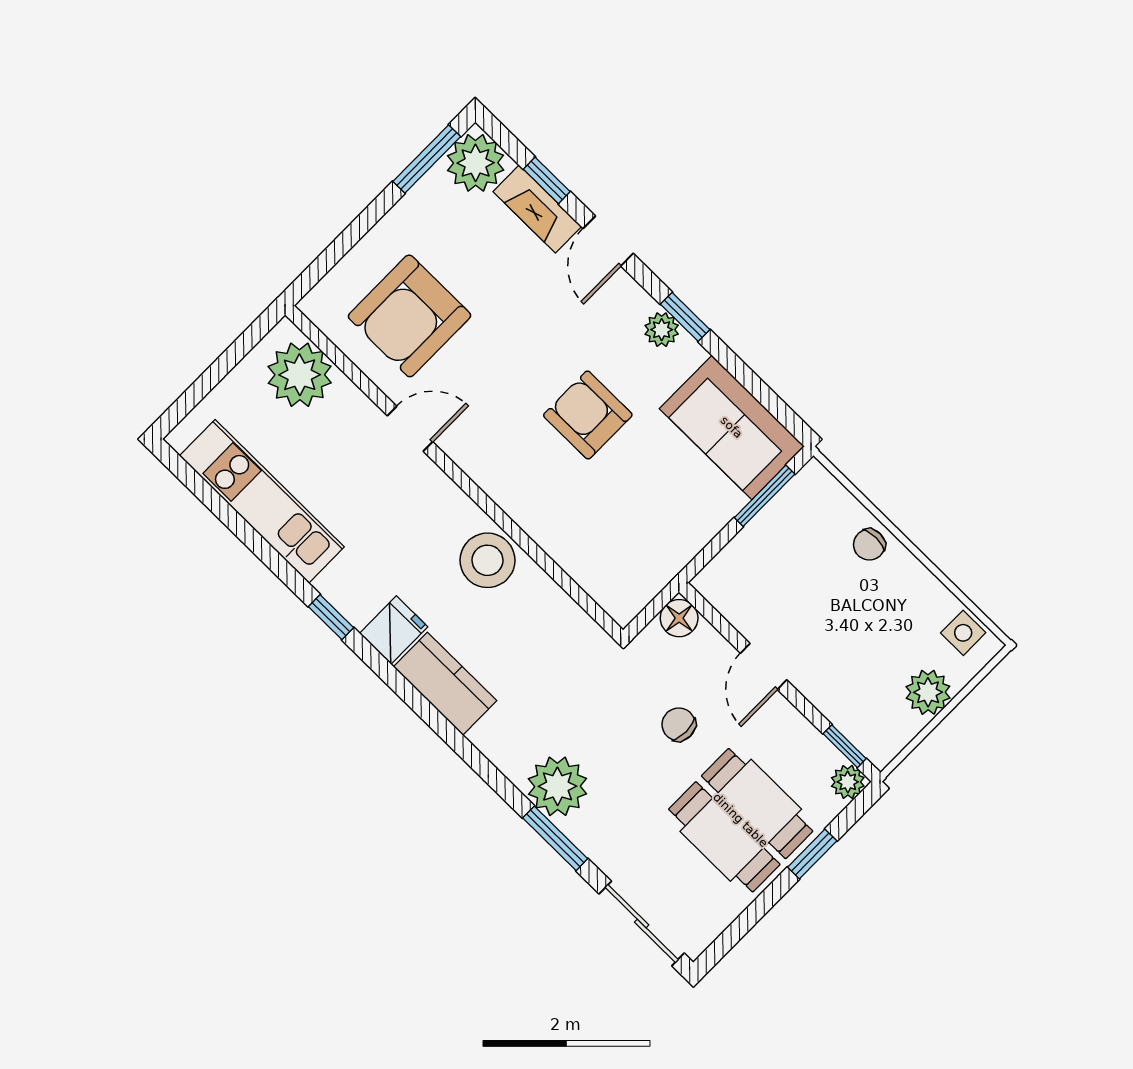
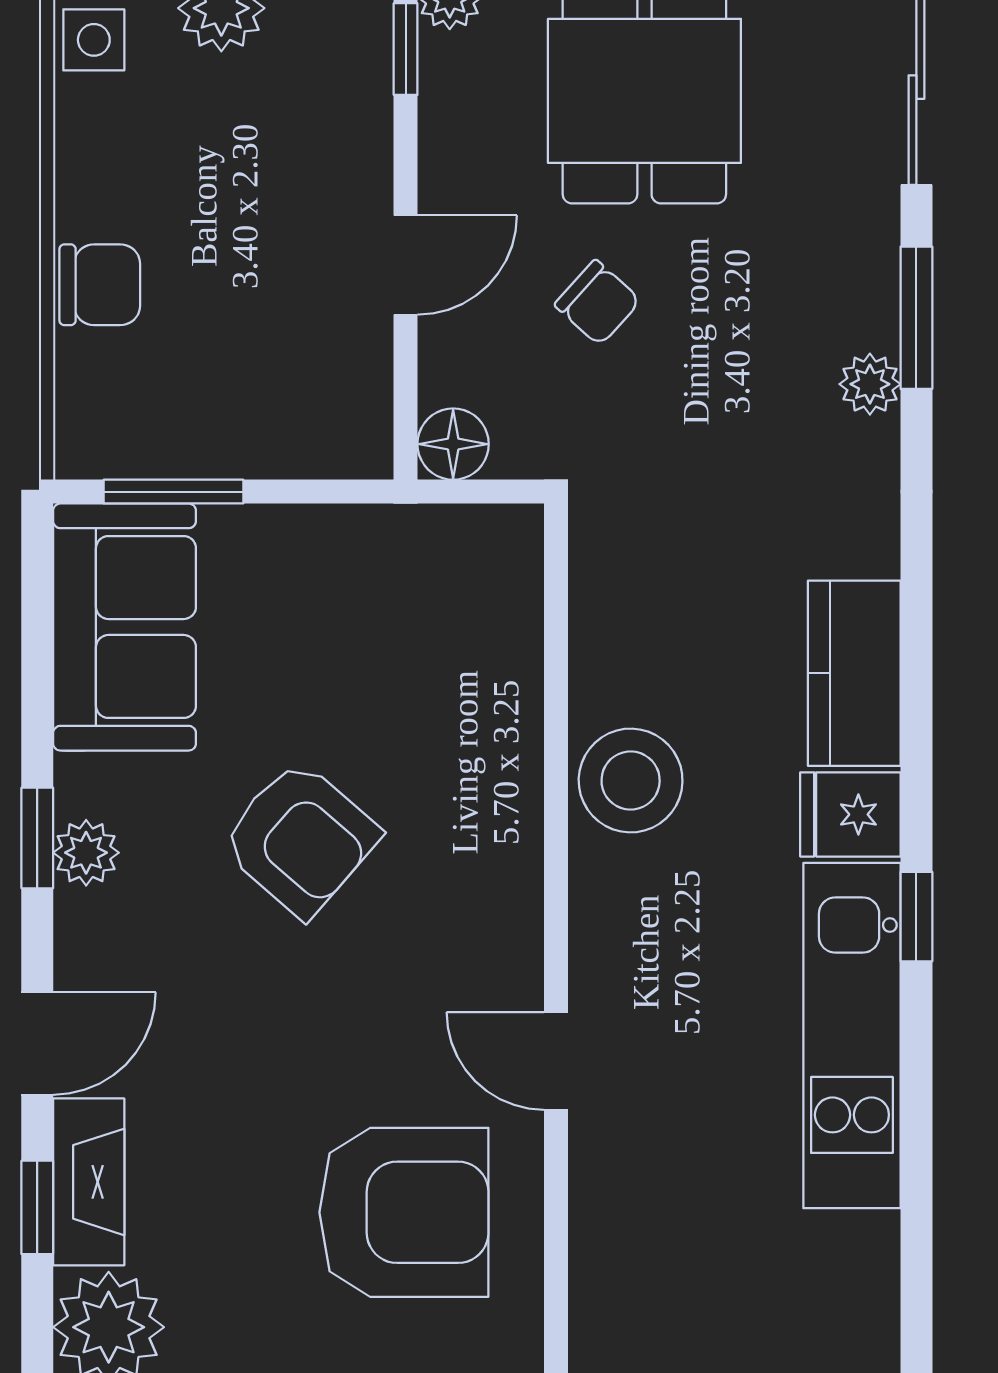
plant: (300, 375) -> (630, 1283), removed
armchair: (588, 415) -> (300, 839), turned -49
kitchen unit: (262, 501) -> (852, 1036), moved
chair: (869, 545) -> (100, 285), width x1.37, depth x1.37
chair: (679, 724) -> (598, 303), turned -48
plant: (557, 786) -> (870, 384), width x0.53, depth x0.53

